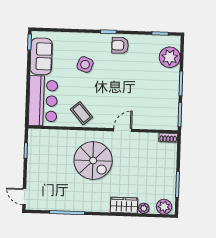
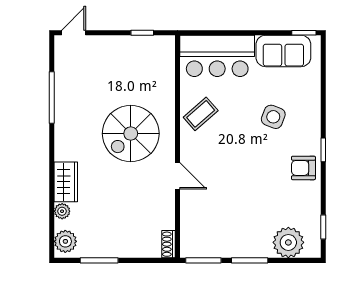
armchair: (120, 45) -> (303, 168), turned -90

